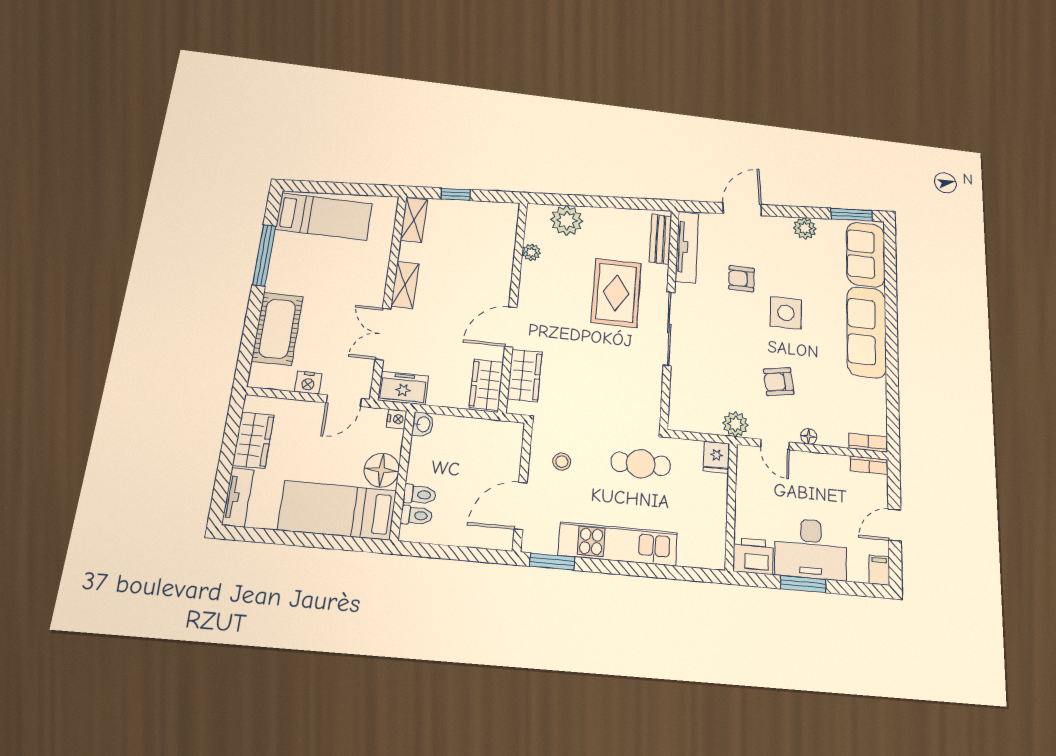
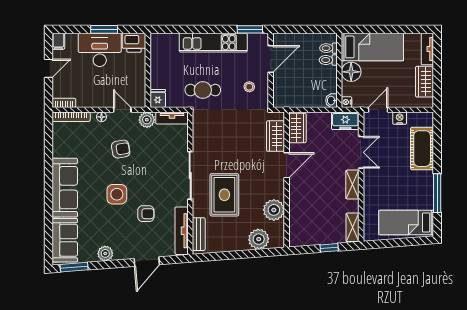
plant: (531, 252) -> (274, 210), width x1.88, depth x1.88
tv unit: (694, 423) -> (172, 118), added
bookcase: (868, 443) -> (71, 117), width x1.56

